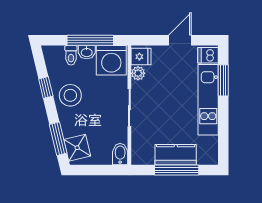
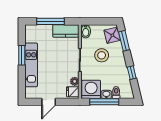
dishwasher: (208, 55) -> (31, 93), removed
window: (223, 80) -> (22, 55), moved
stool: (70, 95) -> (102, 55), moved
kitchen counter: (176, 155) -> (66, 31), moved

